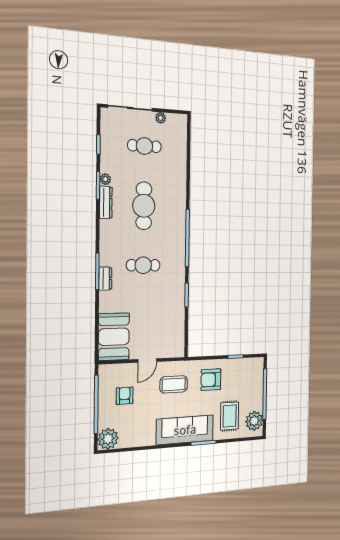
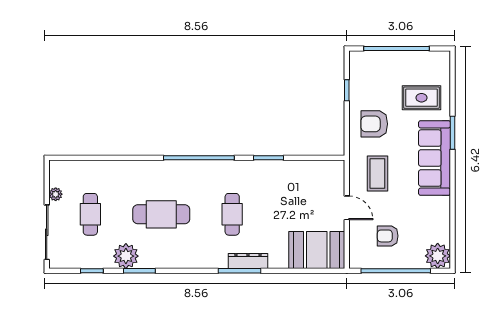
plant: (105, 179) -> (126, 256), width x1.88, depth x1.88
dresser: (106, 202) -> (159, 261), removed
dresser: (105, 279) -> (248, 261), width x1.44
armchair: (211, 380) -> (374, 124), turned 90
plant: (254, 421) -> (430, 63), removed

